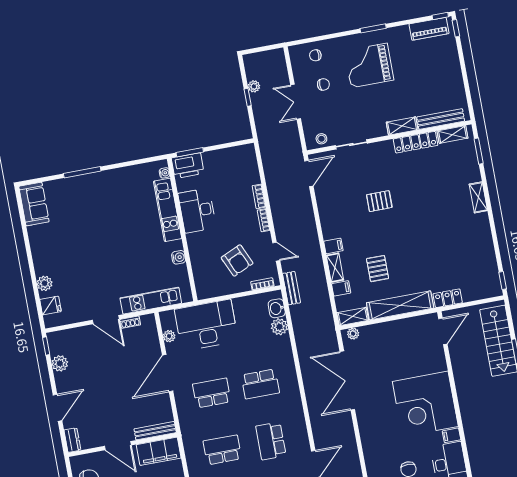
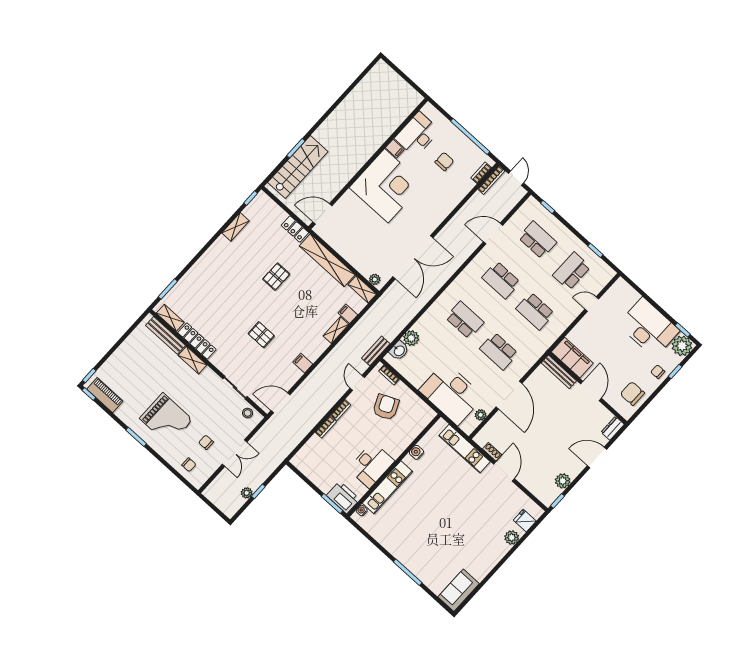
shelving: (478, 197) -> (236, 227), moved
filing cabinet: (333, 246) -> (303, 363), moved
pallet: (378, 269) -> (276, 277), moved
door: (168, 373) -> (509, 395), hinge flipped
school desk: (271, 441) -> (501, 280), turned 90

